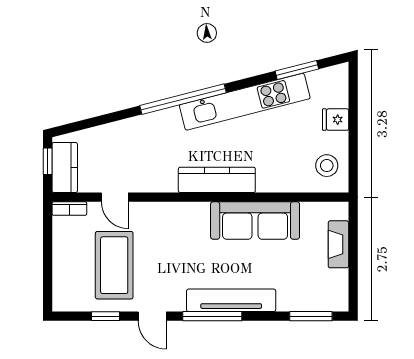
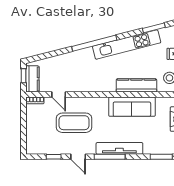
kitchen counter: (217, 180) -> (136, 85), moved
coffee table: (114, 265) -> (74, 123), moved, turned 90

